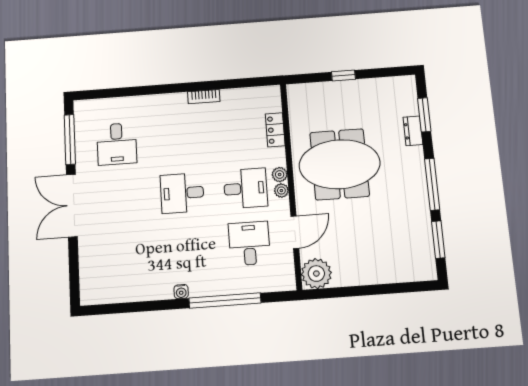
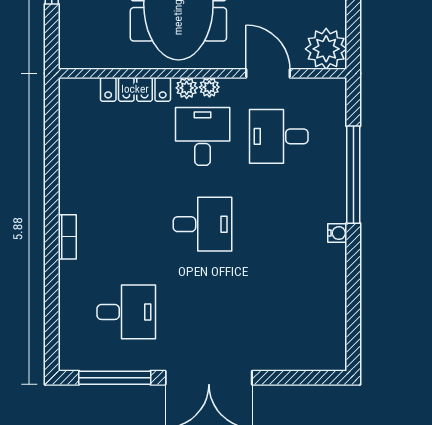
bookcase: (204, 97) -> (67, 237), moved
locker: (275, 130) -> (135, 89), width x1.53
desk: (182, 193) -> (203, 224), turned -90

